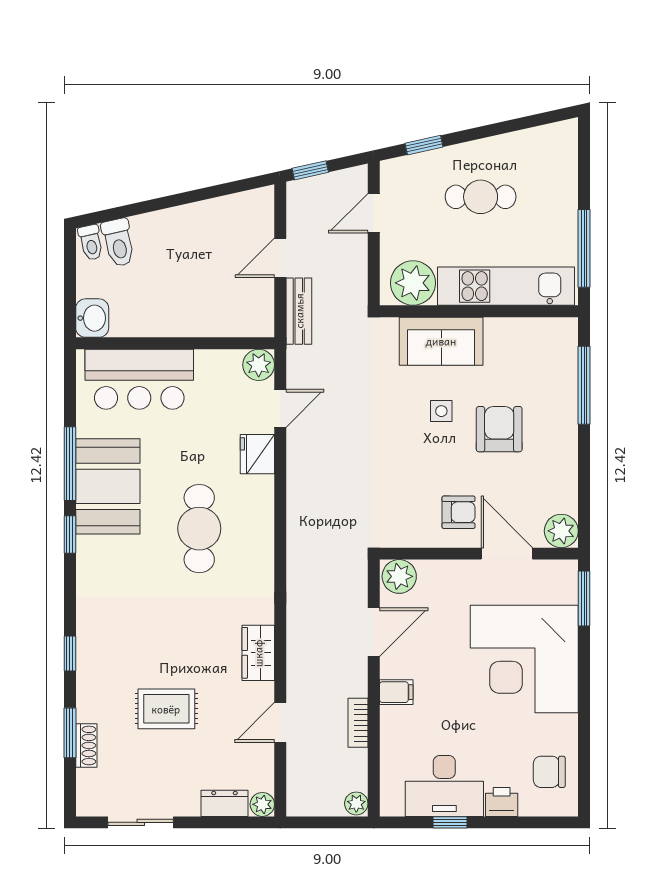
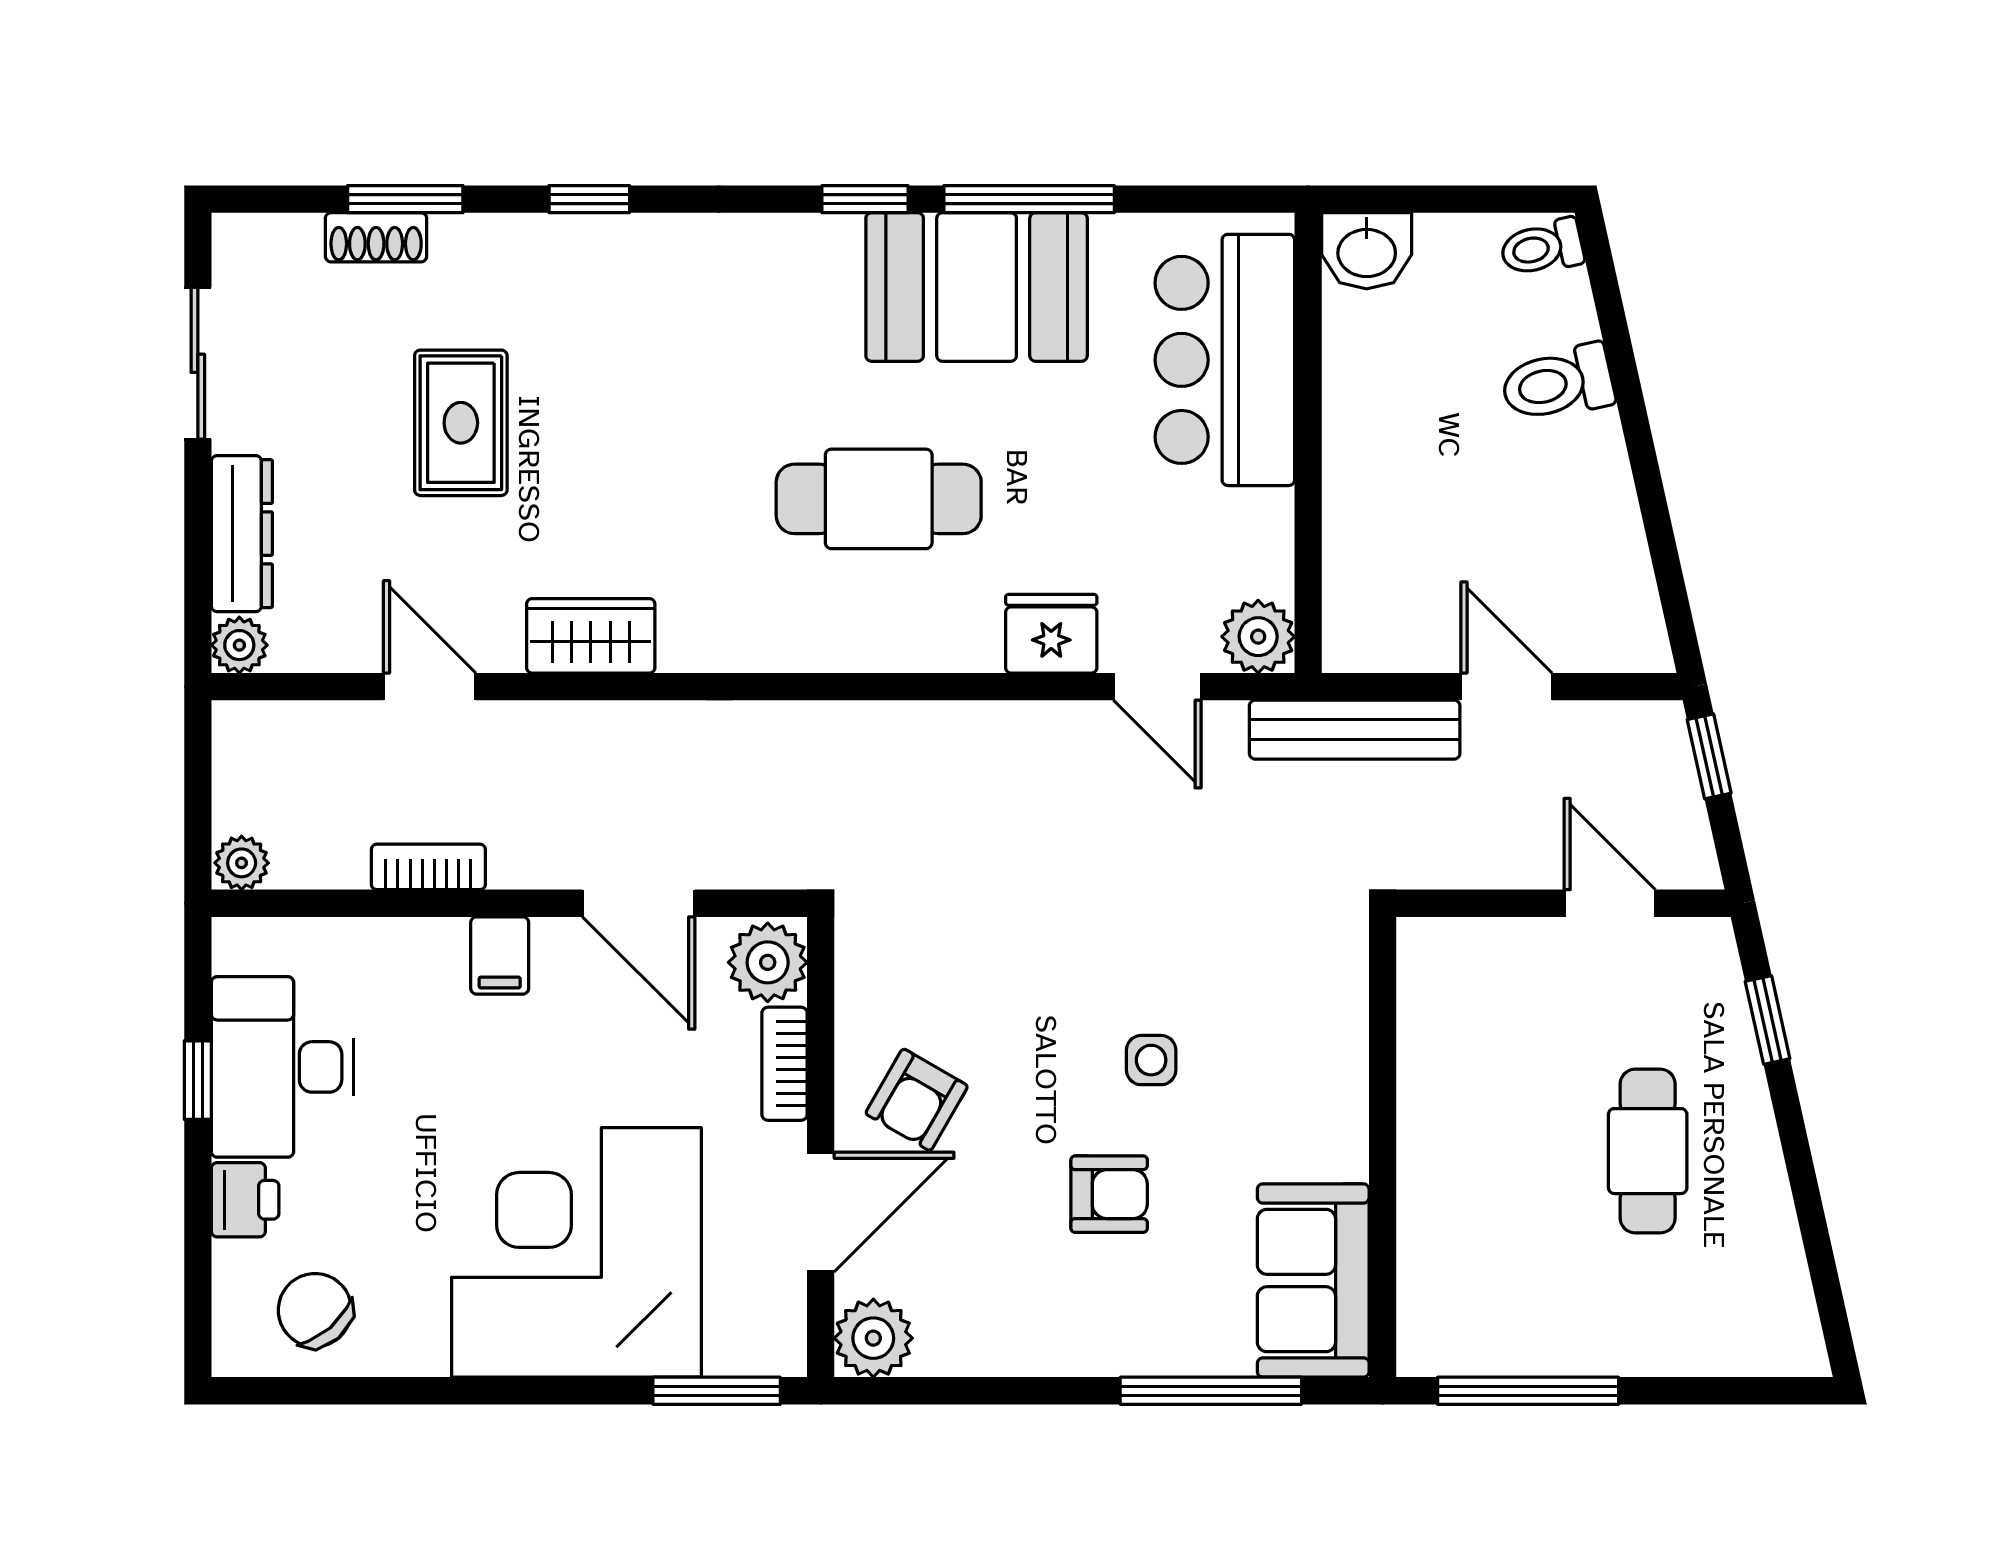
toilet: (118, 243) -> (1558, 383), moved
plant: (413, 283) -> (1448, 994), removed
kitchen unit: (506, 286) -> (1441, 1210), removed
bench: (299, 311) -> (1355, 730), width x1.36
sofa: (441, 341) -> (1313, 1281), moved
armchair: (499, 429) -> (1109, 1194), width x0.72, depth x0.72
armchair: (458, 512) -> (917, 1100), turned 30
bookcase: (443, 569) -> (785, 1064), added
chair: (549, 772) -> (315, 1310), turned -41
dresser: (224, 803) -> (242, 534), width x1.44

